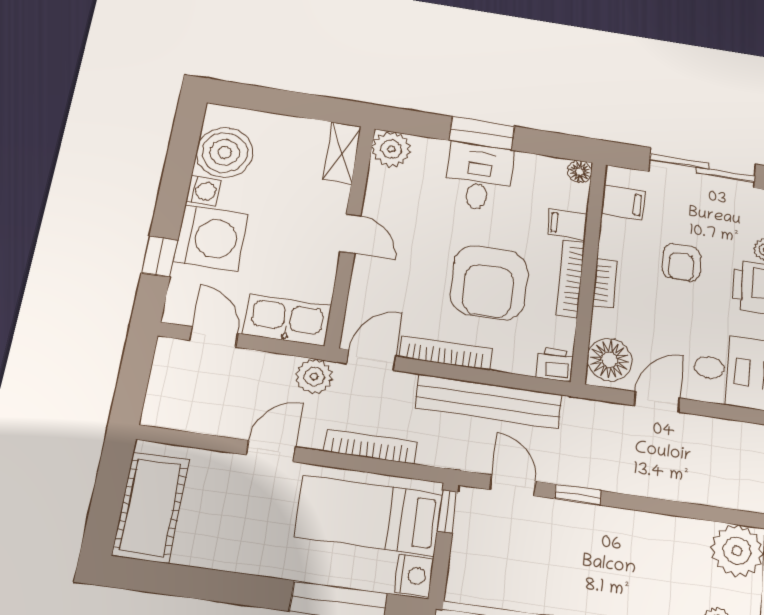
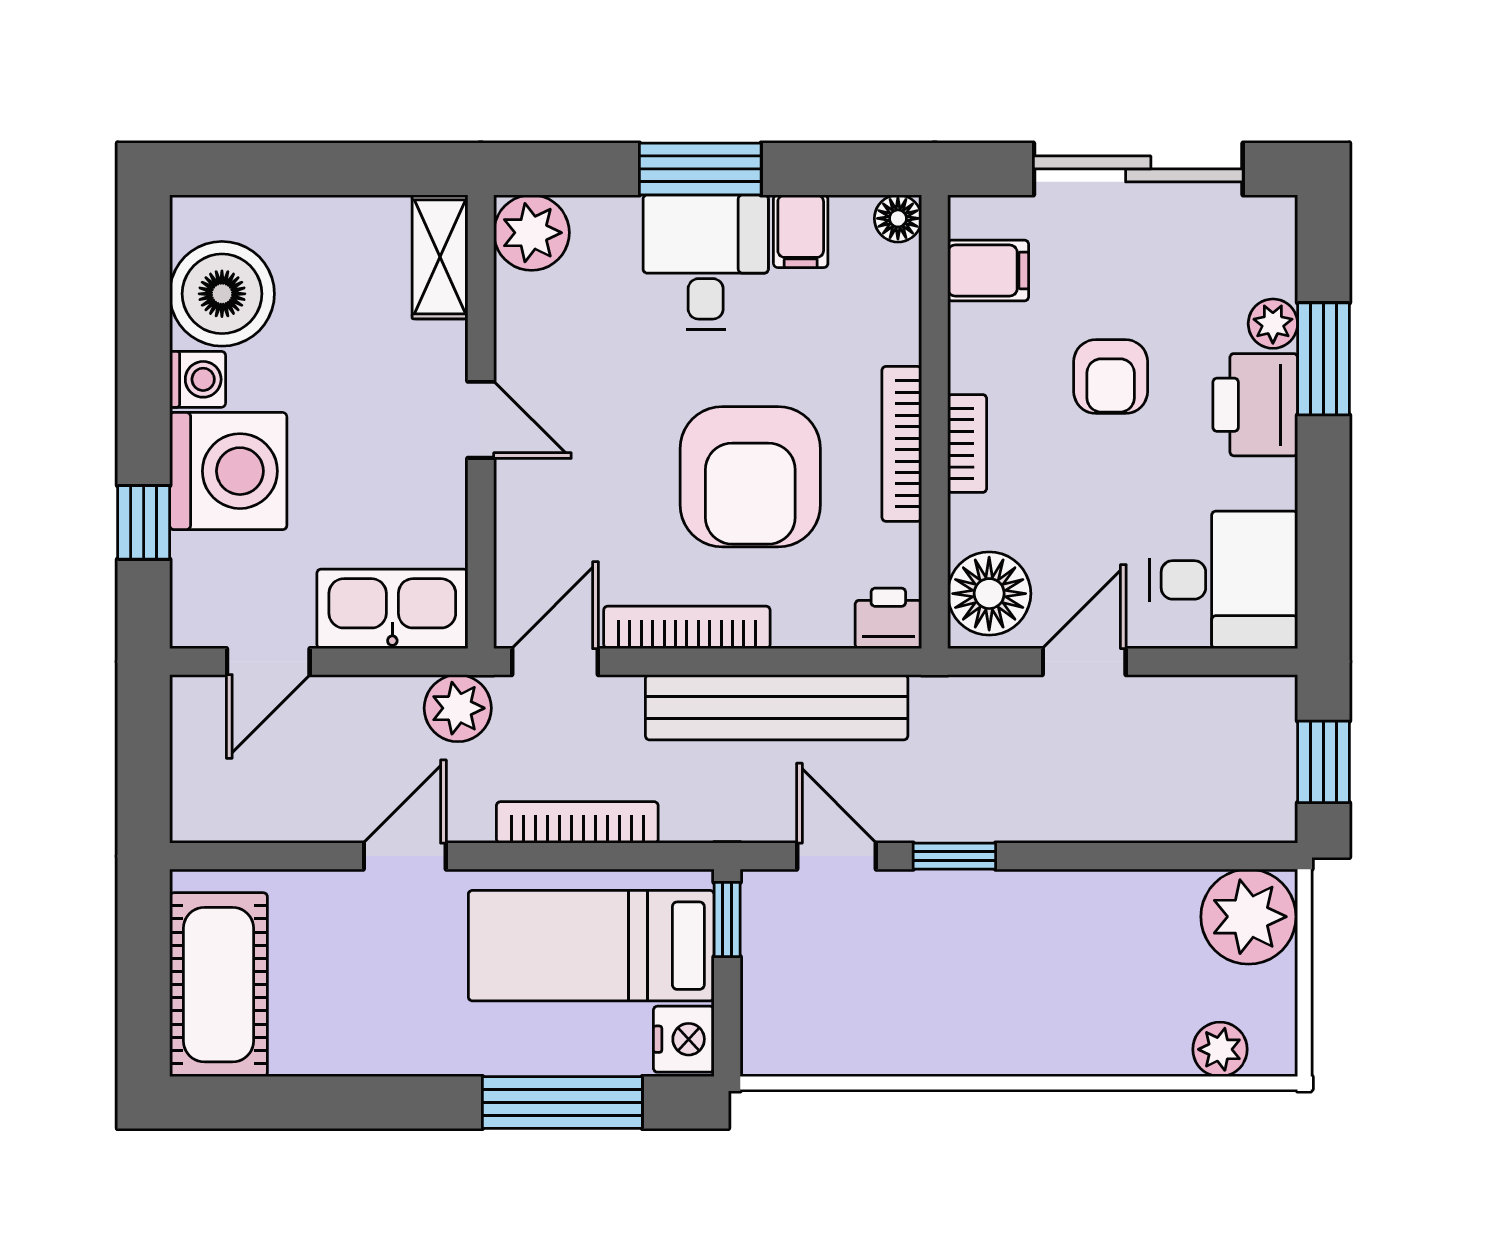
filing cabinet: (567, 224) -> (801, 231), moved, turned -90
door: (214, 337) -> (268, 662), swing flipped

